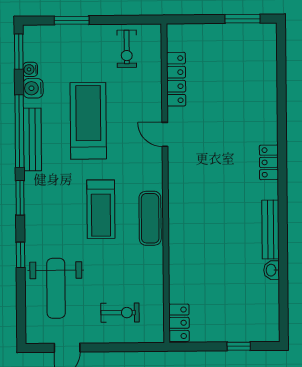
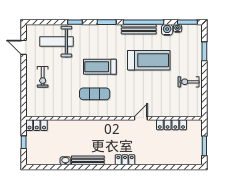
locker: (176, 79) -> (171, 125), moved
door: (165, 134) -> (141, 118), moved
wall: (165, 183) -> (114, 118), moved
locker: (179, 323) -> (37, 125), moved

